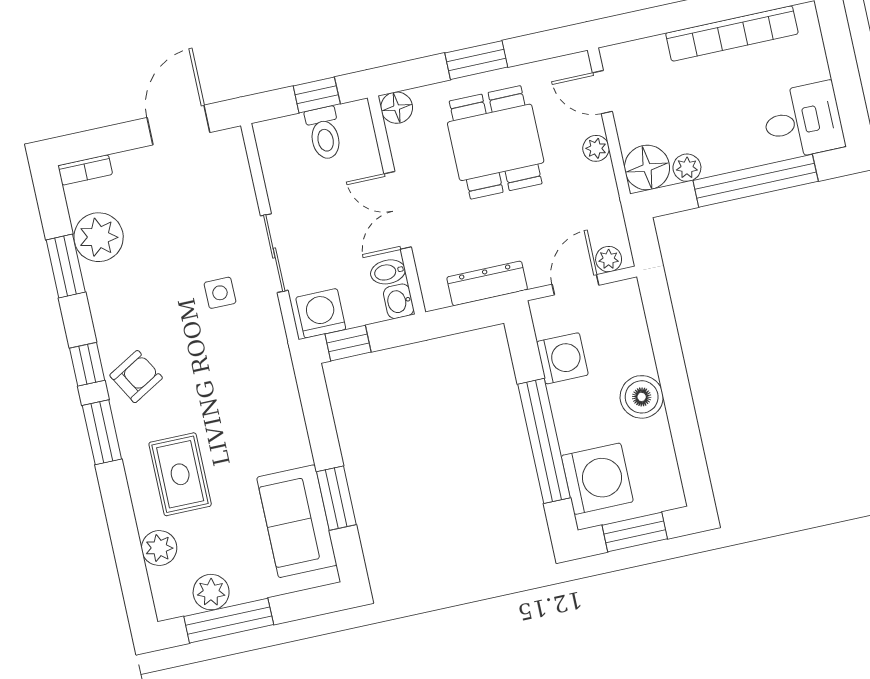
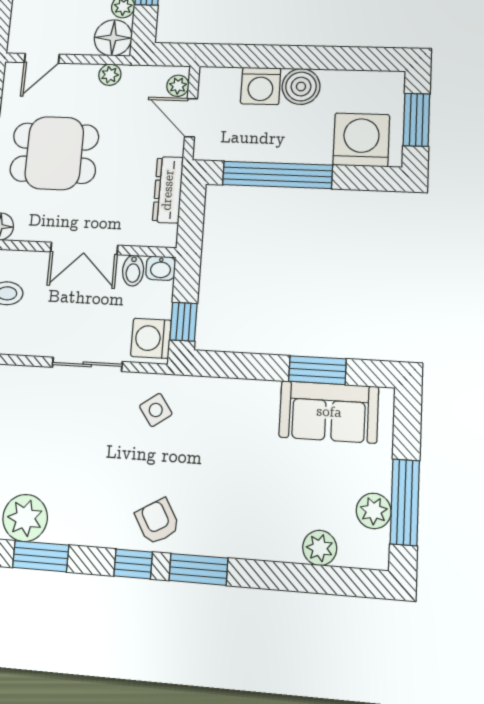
plant: (596, 148) -> (110, 75), moved
side table: (220, 293) -> (156, 410), moved, turned -35
washing machine: (562, 358) -> (261, 86), moved, turned 180
window: (544, 441) -> (277, 175), moved
rug: (180, 474) -> (257, 507), removed

